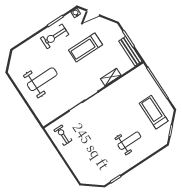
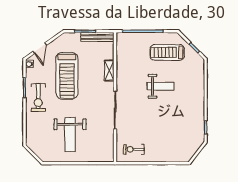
treadmill: (86, 47) -> (67, 76), width x1.37, depth x1.38
weight bench: (42, 79) -> (70, 135), turned 180
weight bench: (129, 141) -> (160, 86), moved, turned 90

